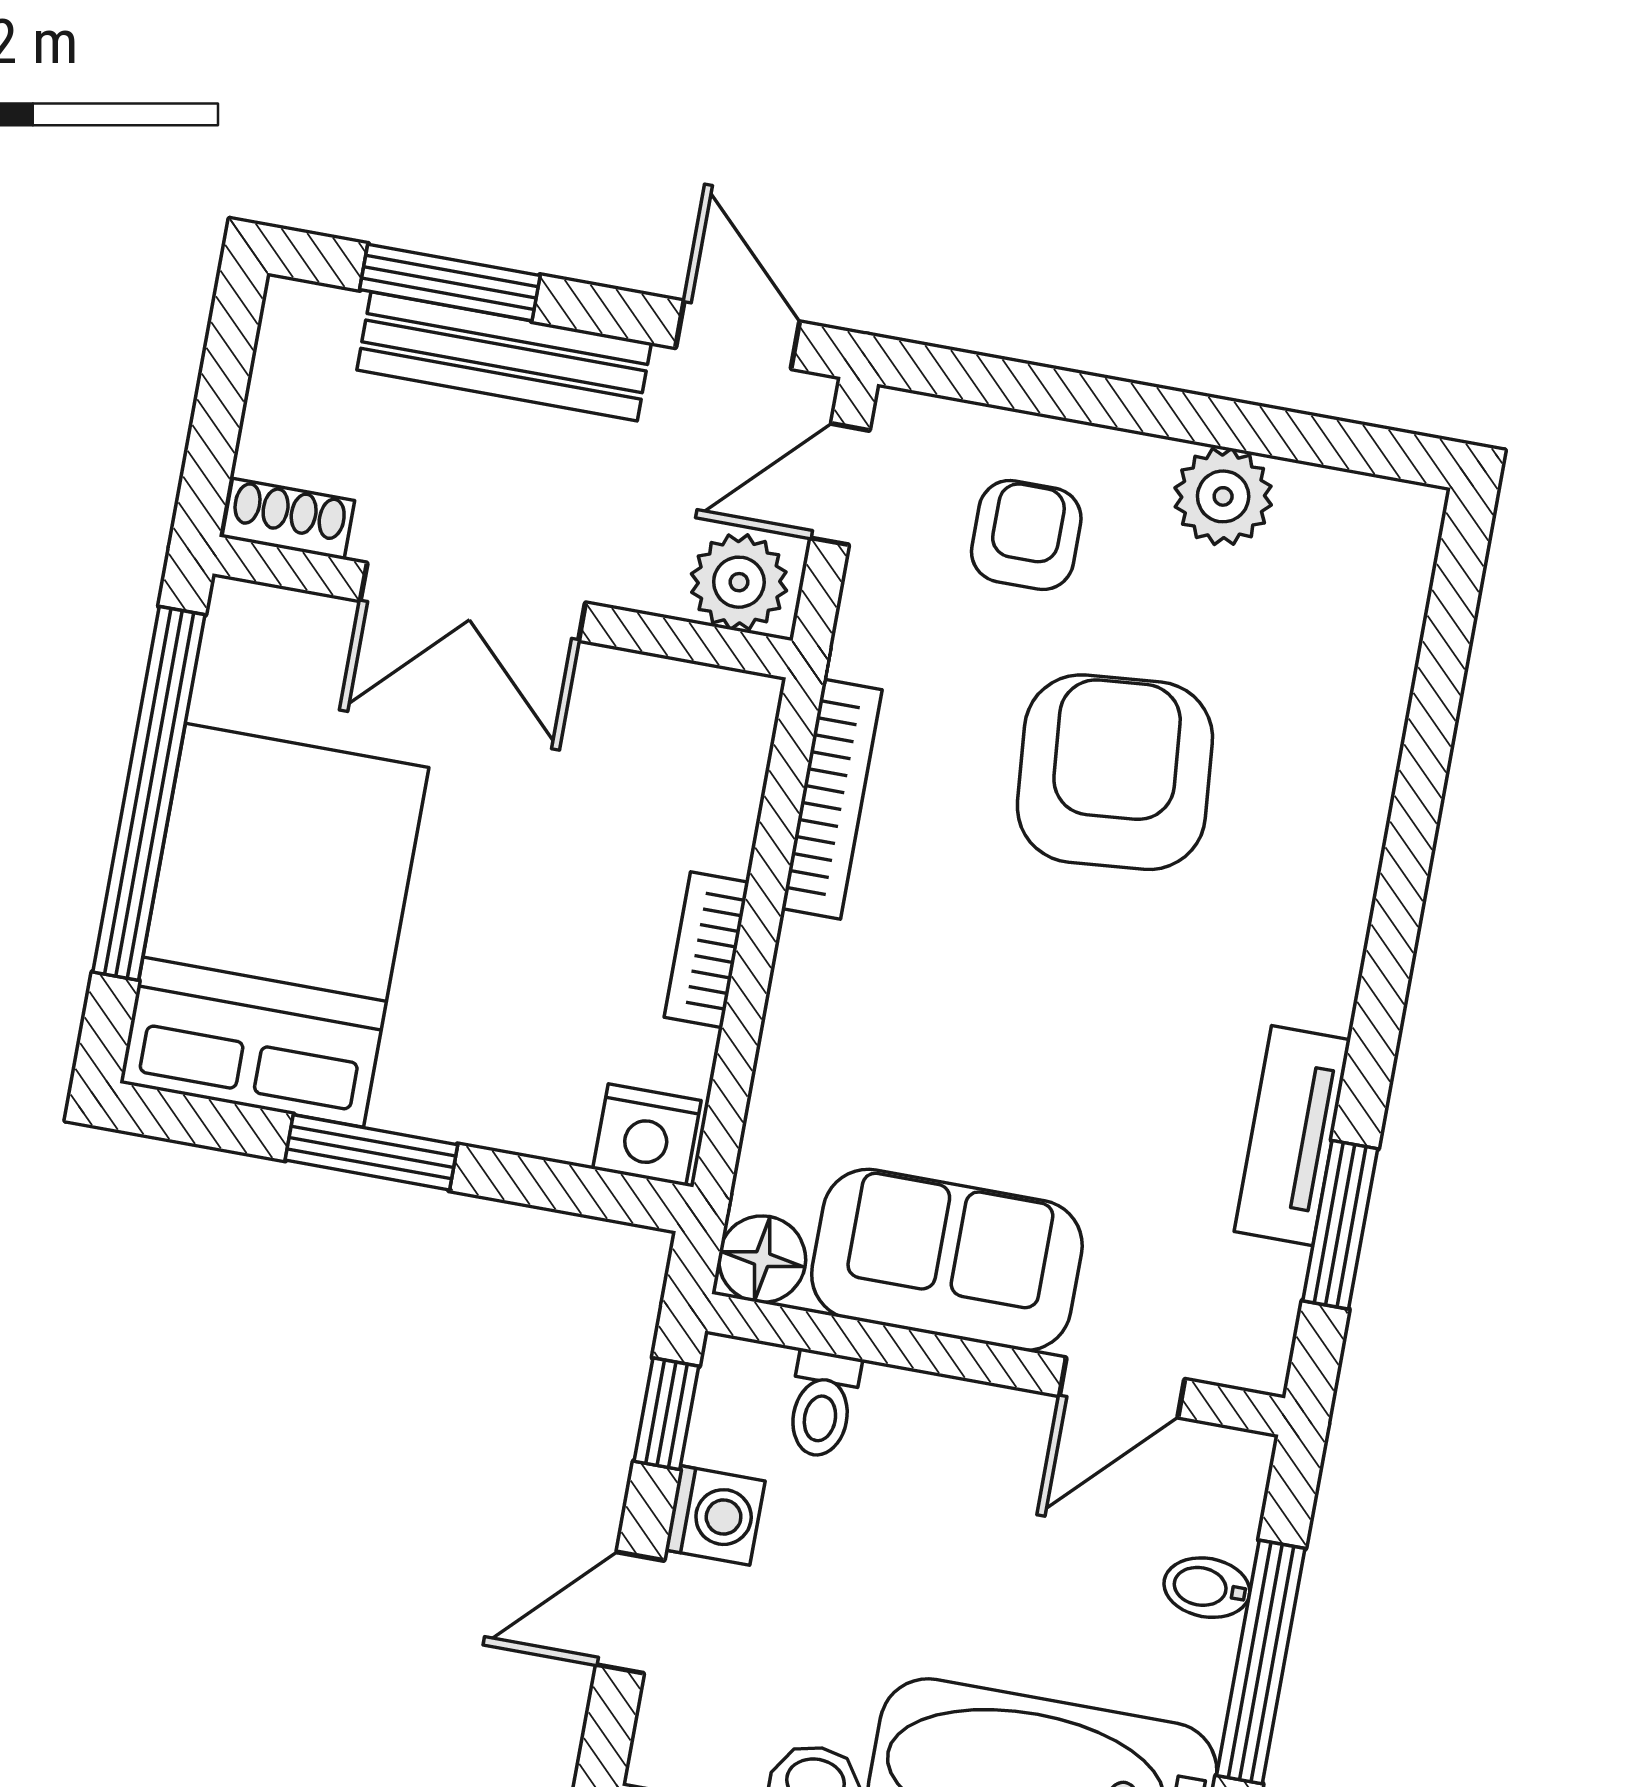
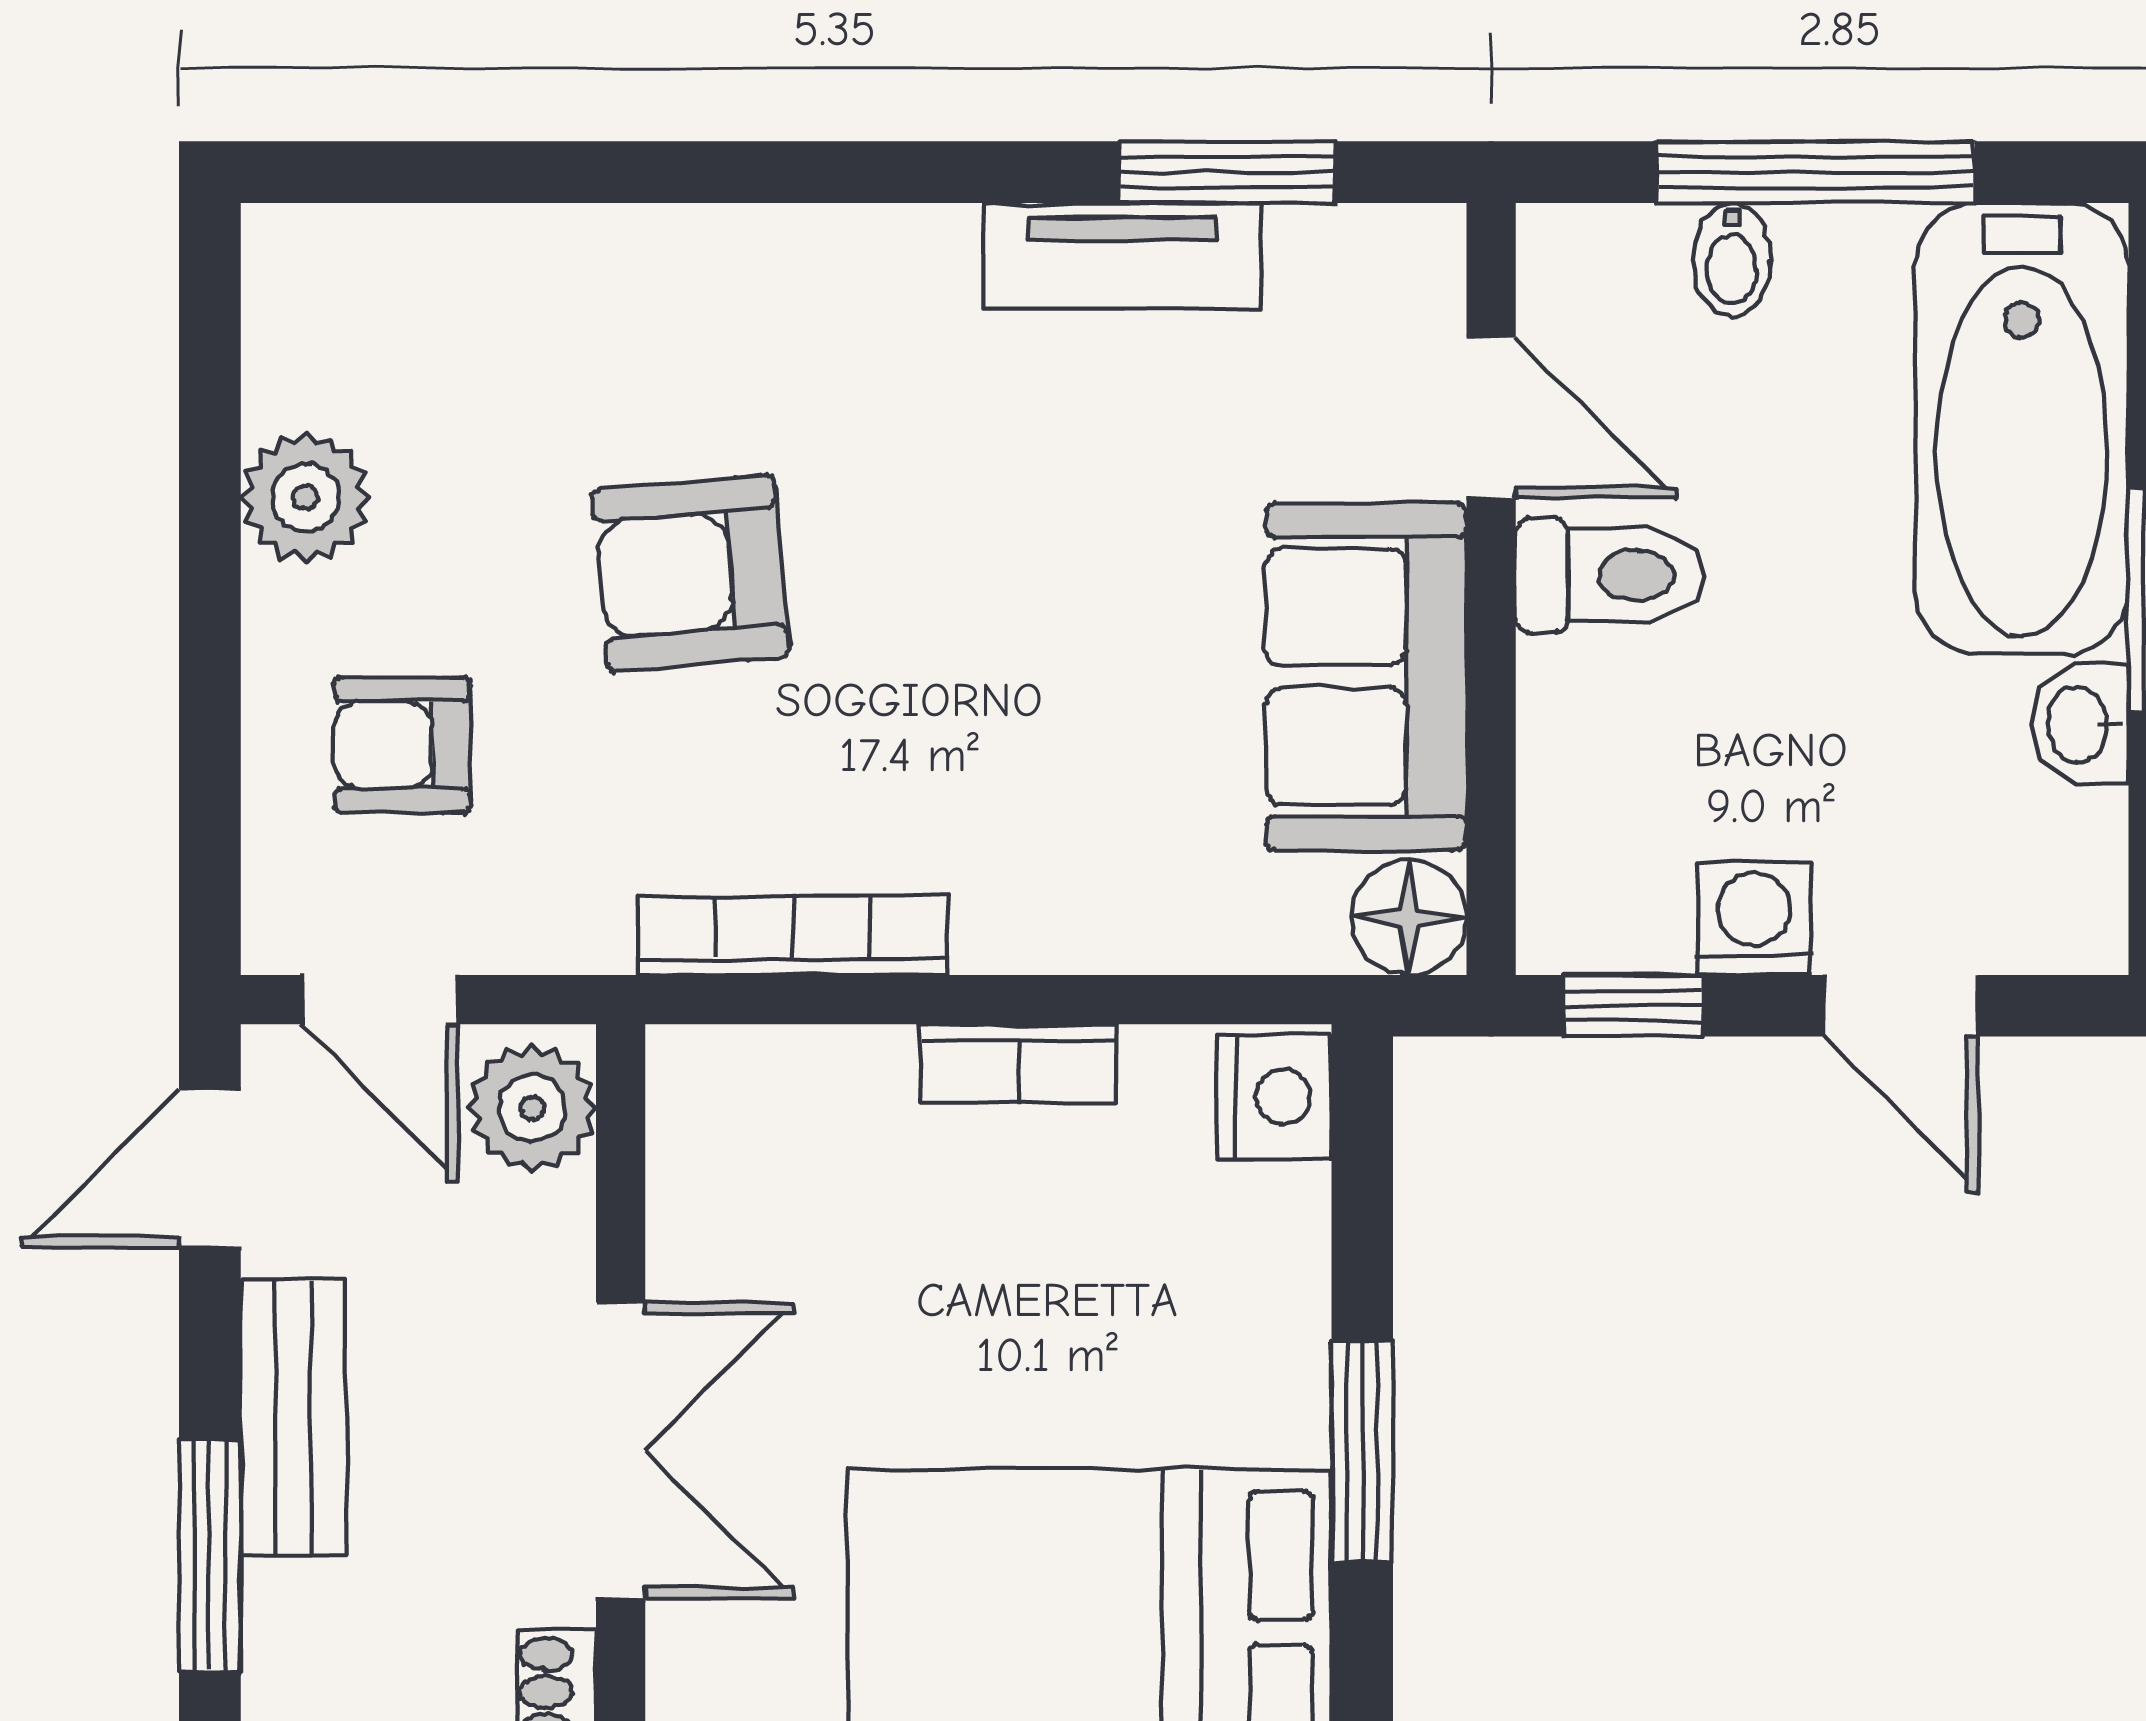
bench: (504, 356) -> (293, 1418), width x0.73
armchair: (1115, 772) -> (691, 573), width x0.73, depth x0.73
toilet: (822, 1404) -> (1610, 575), moved, width x1.37, depth x1.39

